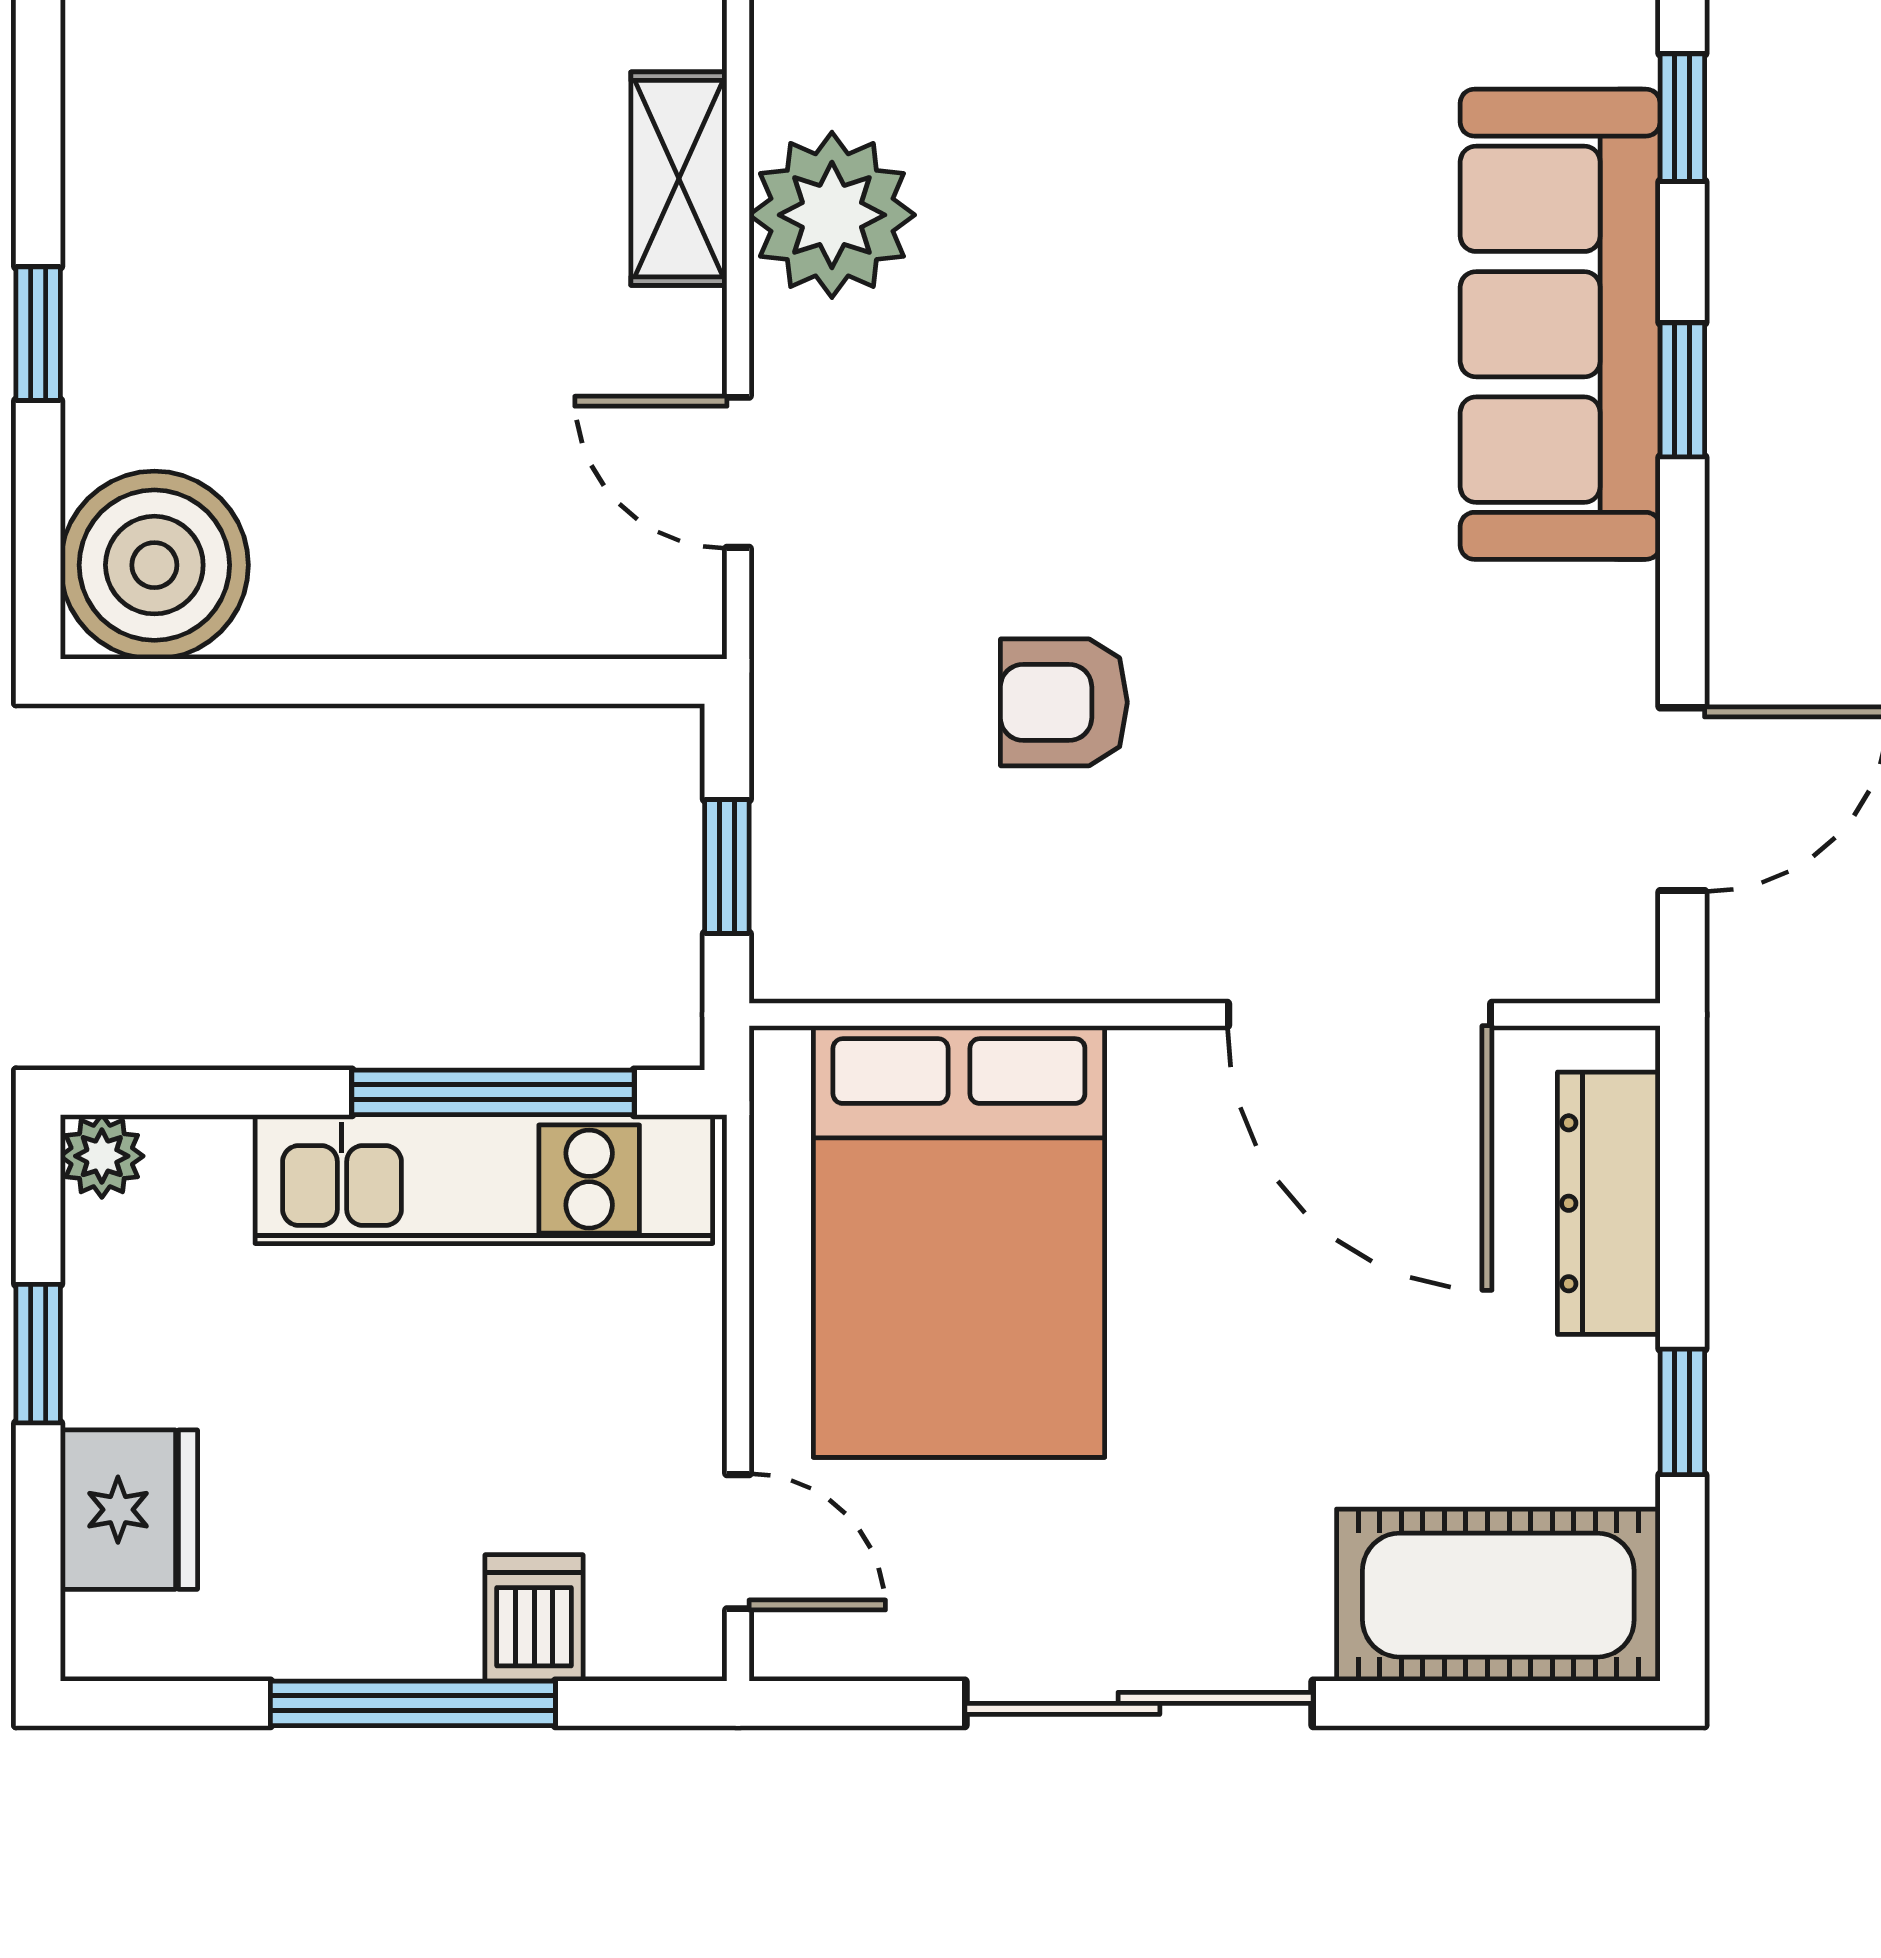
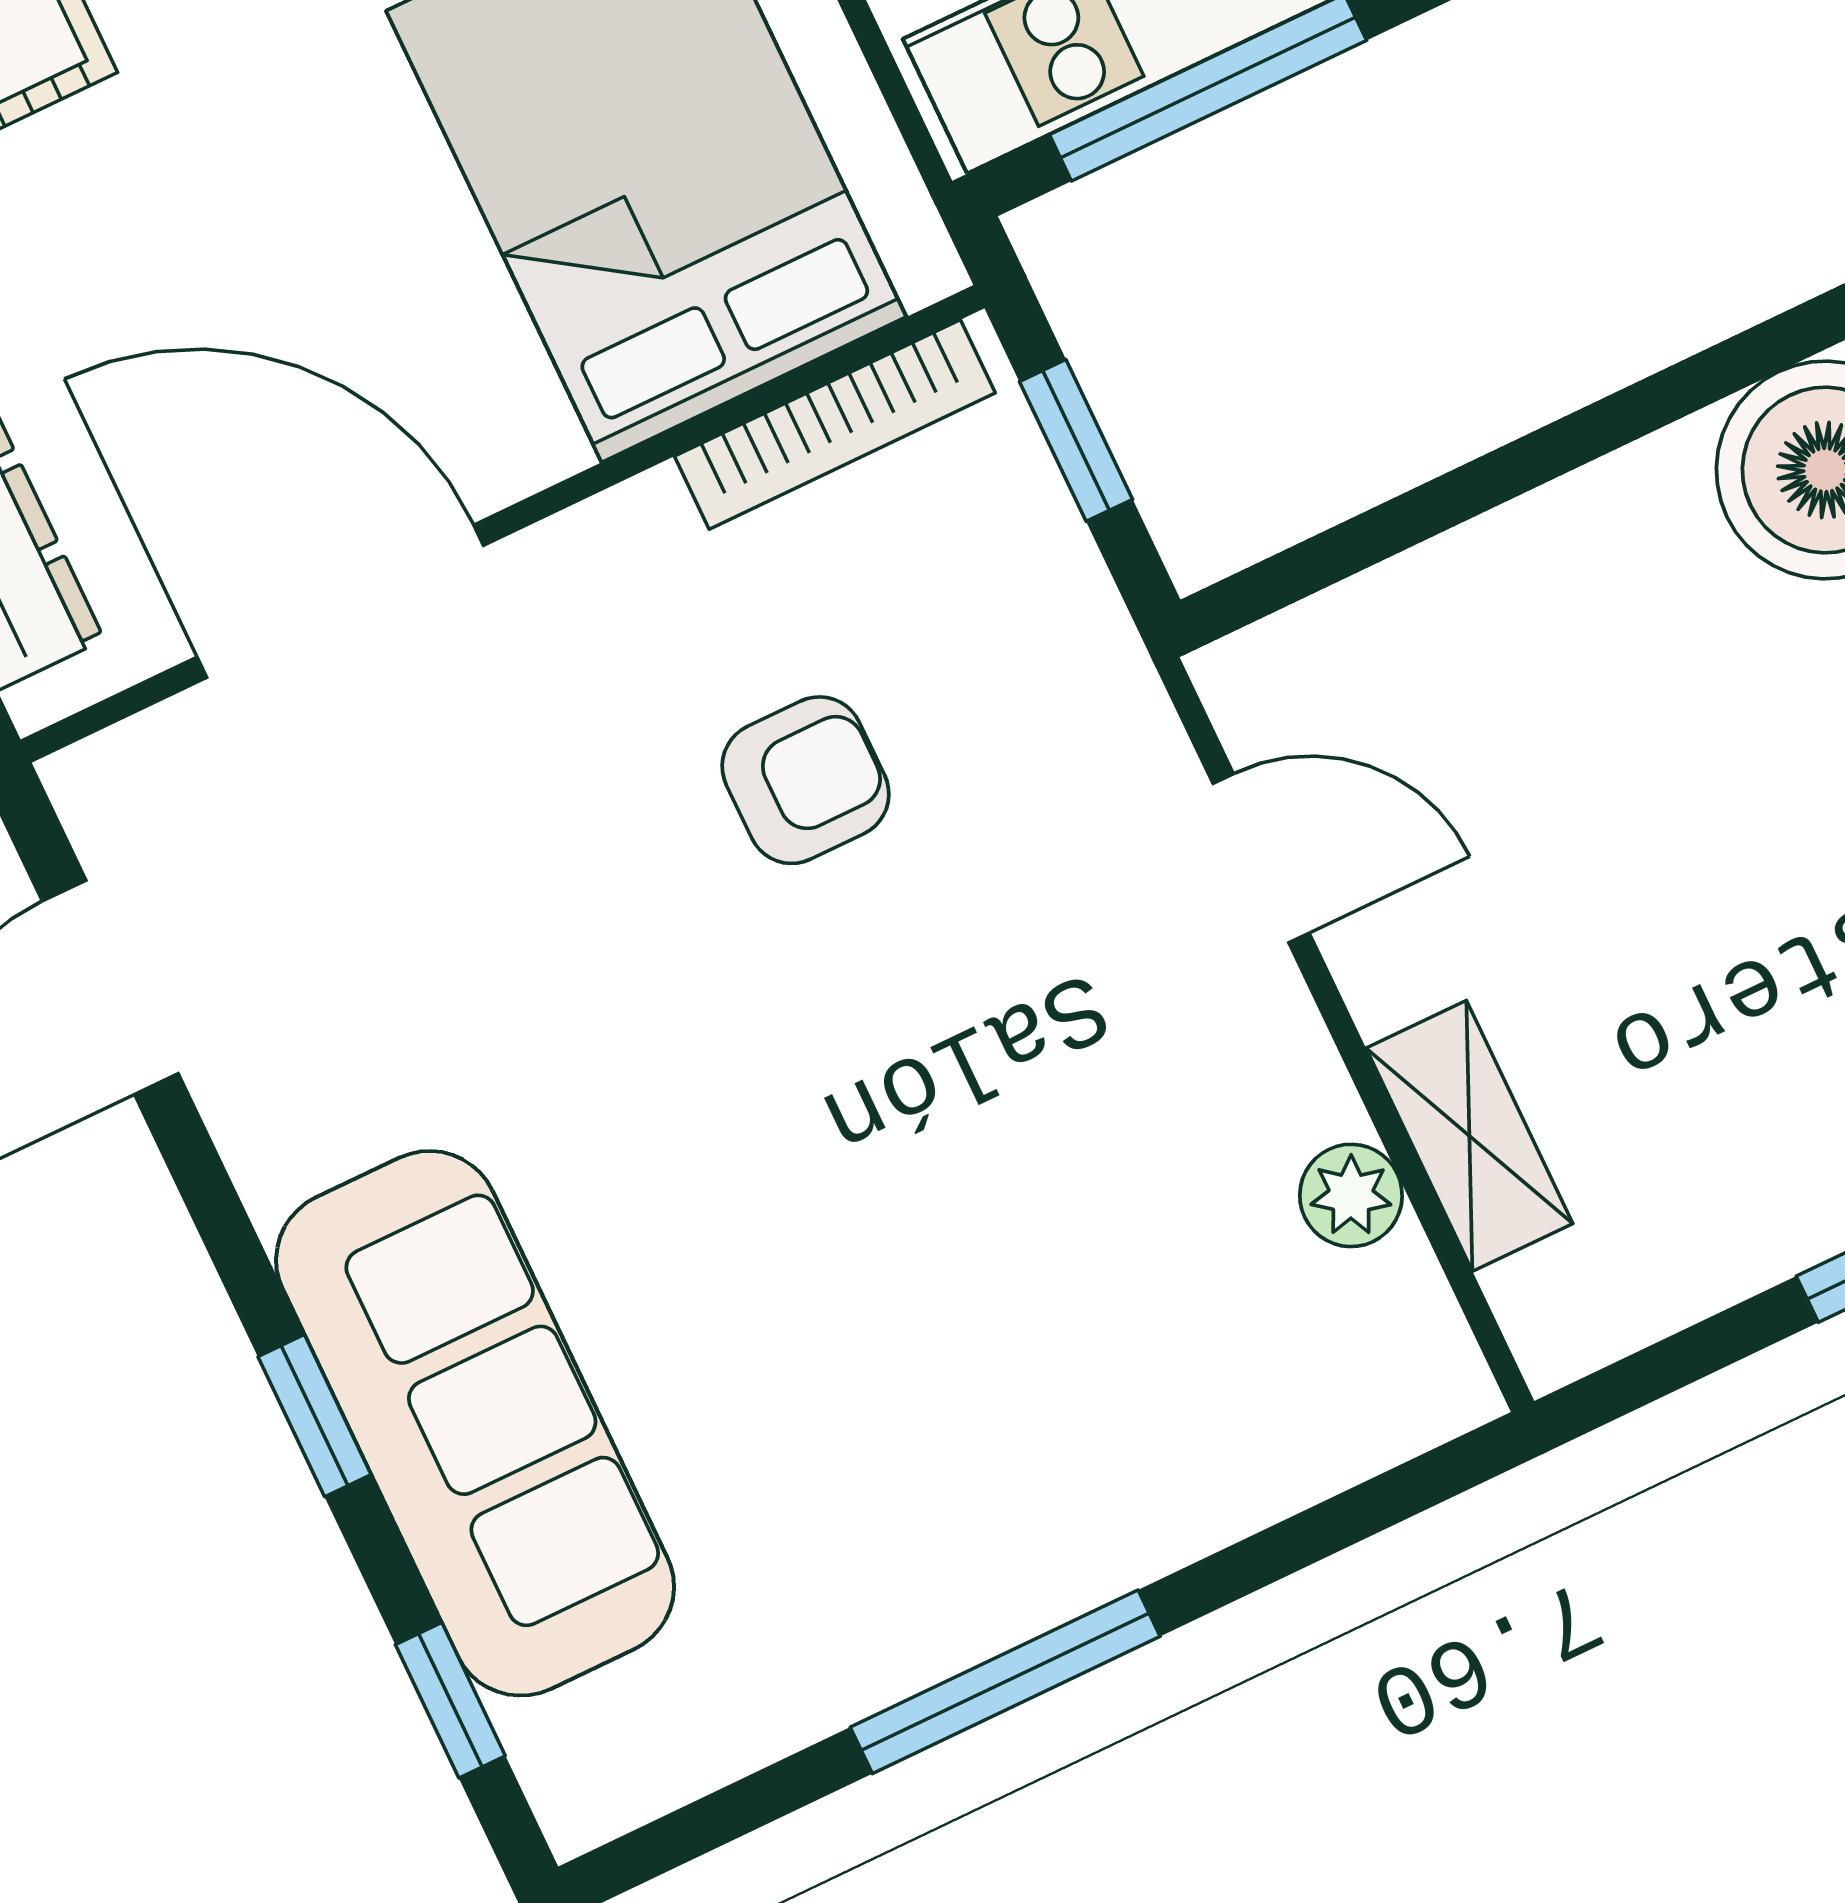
plant: (832, 215) -> (1351, 1195), width x0.53, depth x0.53
bookcase: (909, 968) -> (835, 425), added

